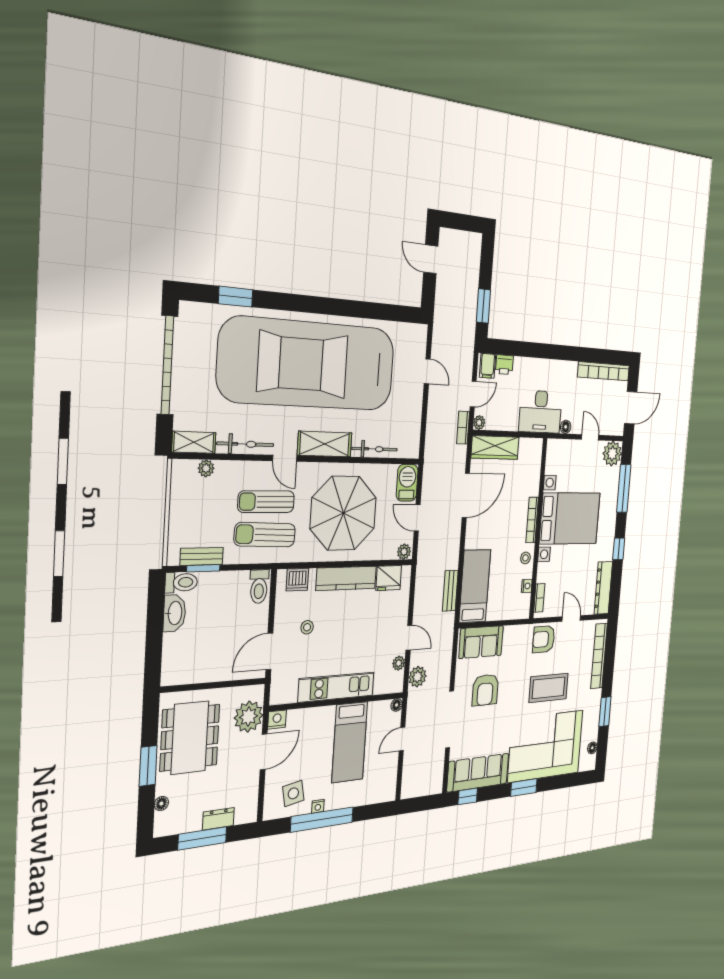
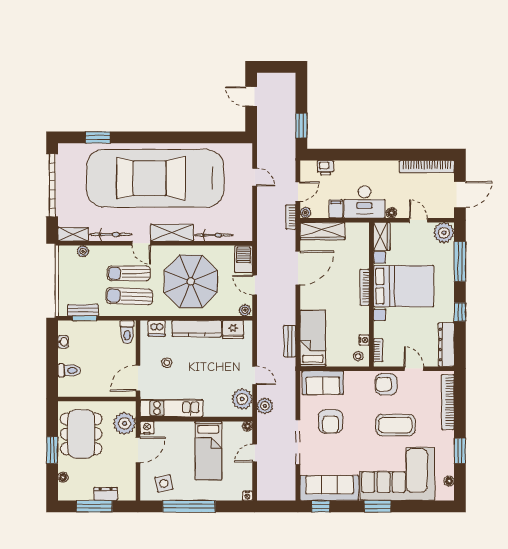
filing cabinet: (488, 366) -> (336, 209), moved, turned 180
wardrobe: (554, 456) -> (382, 236), added
stool: (525, 558) -> (358, 356), moved
toilet: (181, 582) -> (69, 370), moved
washbasin: (174, 613) -> (63, 342), width x0.52, depth x0.69
plant: (399, 663) -> (242, 399), width x1.88, depth x1.88
kitchen unit: (336, 687) -> (171, 408), moved
nightstand: (318, 806) -> (248, 496), moved

